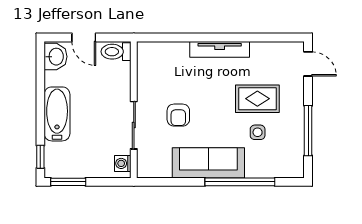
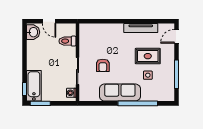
tv unit: (220, 49) -> (141, 28), moved
toilet: (116, 52) -> (67, 41), moved
door: (308, 64) -> (177, 36), swing flipped
bathtub: (57, 114) -> (34, 86), moved

